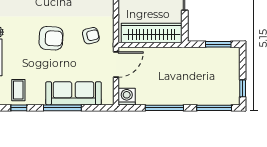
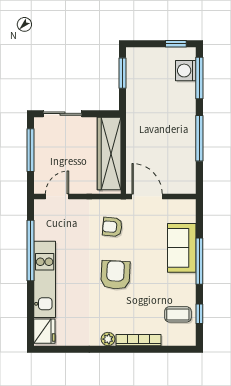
armchair: (91, 36) -> (112, 227), turned -71
sofa: (73, 93) -> (182, 248), width x0.73
washing machine: (127, 97) -> (186, 71), moved

